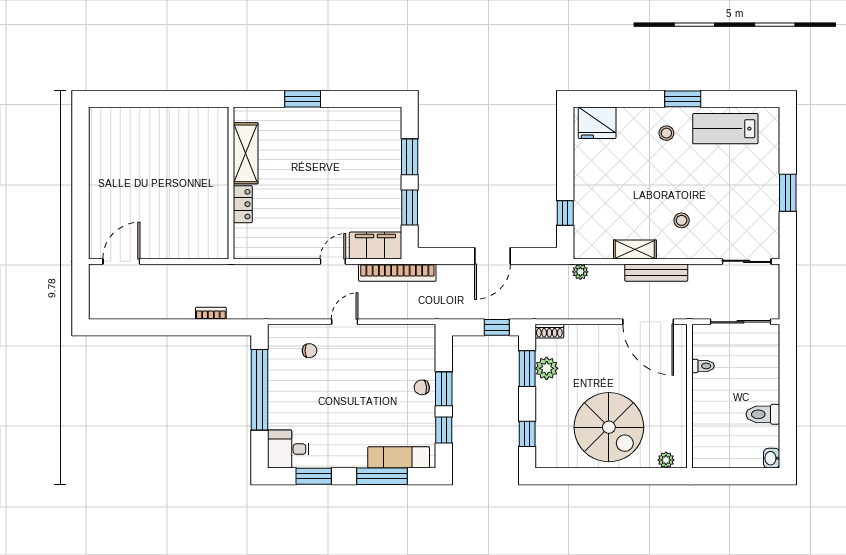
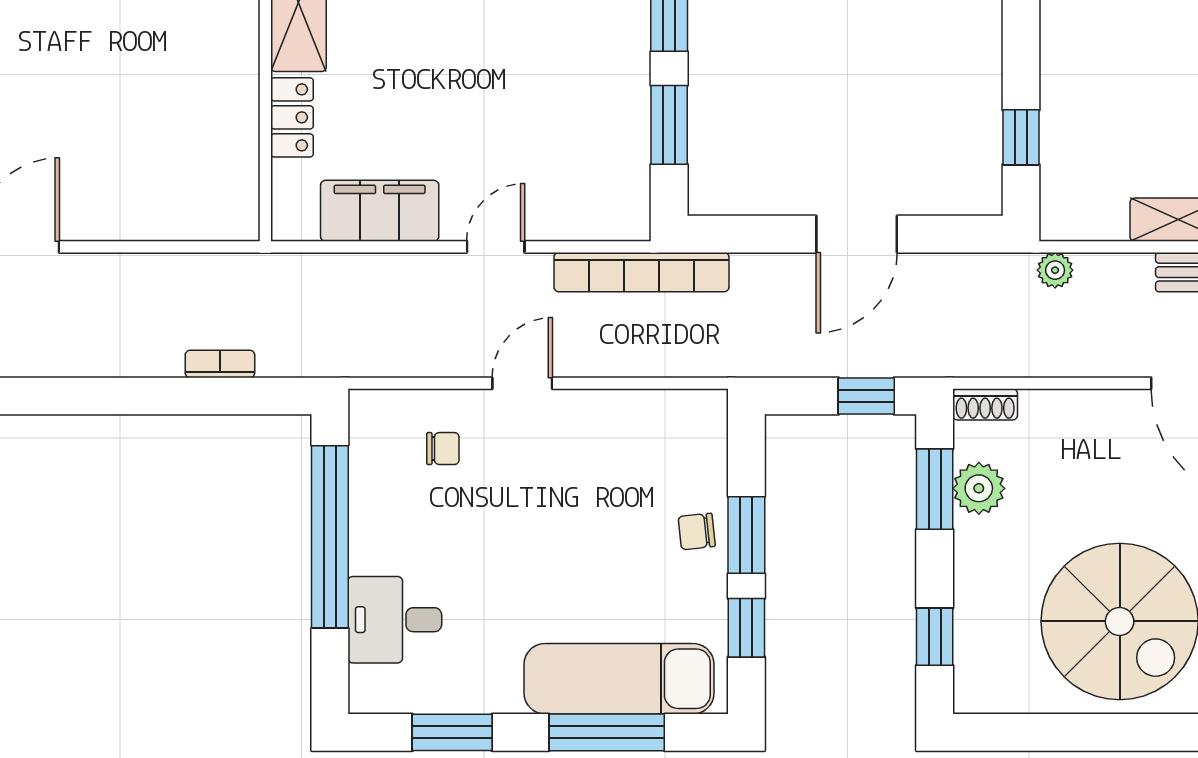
filing cabinet: (375, 246) -> (380, 211), moved
desk: (288, 449) -> (395, 620), moved
exam couch: (399, 457) -> (619, 679), width x1.36, depth x1.45

